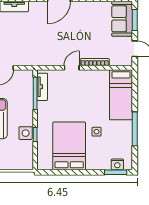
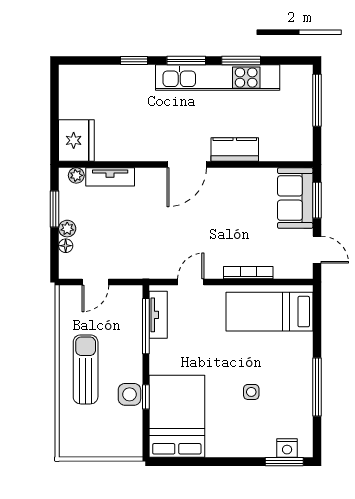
door: (72, 68) -> (191, 282), moved
bed: (121, 95) -> (269, 312), moved, turned 90
bed: (69, 146) -> (177, 416), moved

